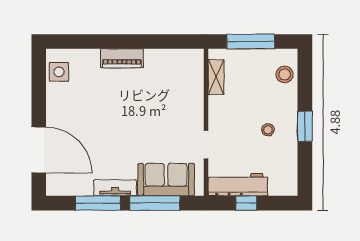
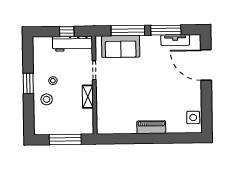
stool: (285, 74) -> (47, 99), moved
shelving: (216, 77) -> (88, 97), moved
tv unit: (115, 188) -> (175, 40), moved

